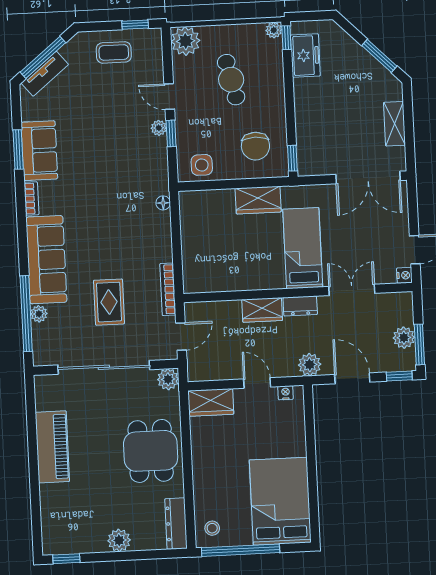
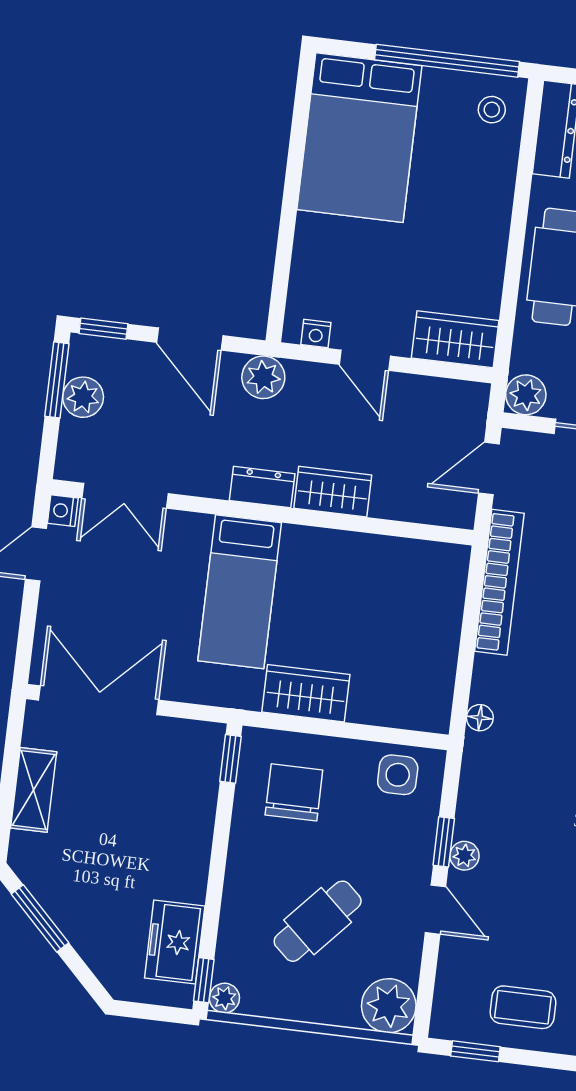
cafe table: (231, 80) -> (318, 921), turned 55
bookcase: (168, 289) -> (499, 582), width x1.48, depth x1.31
double door: (352, 290) -> (125, 496), moved

